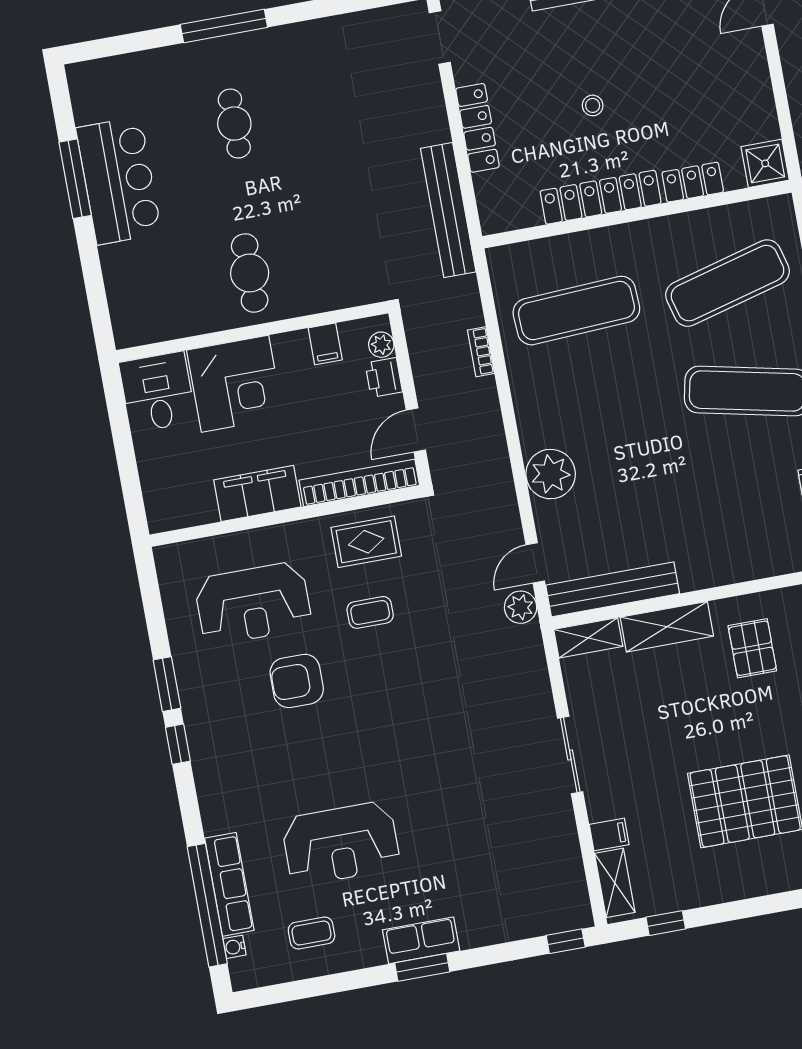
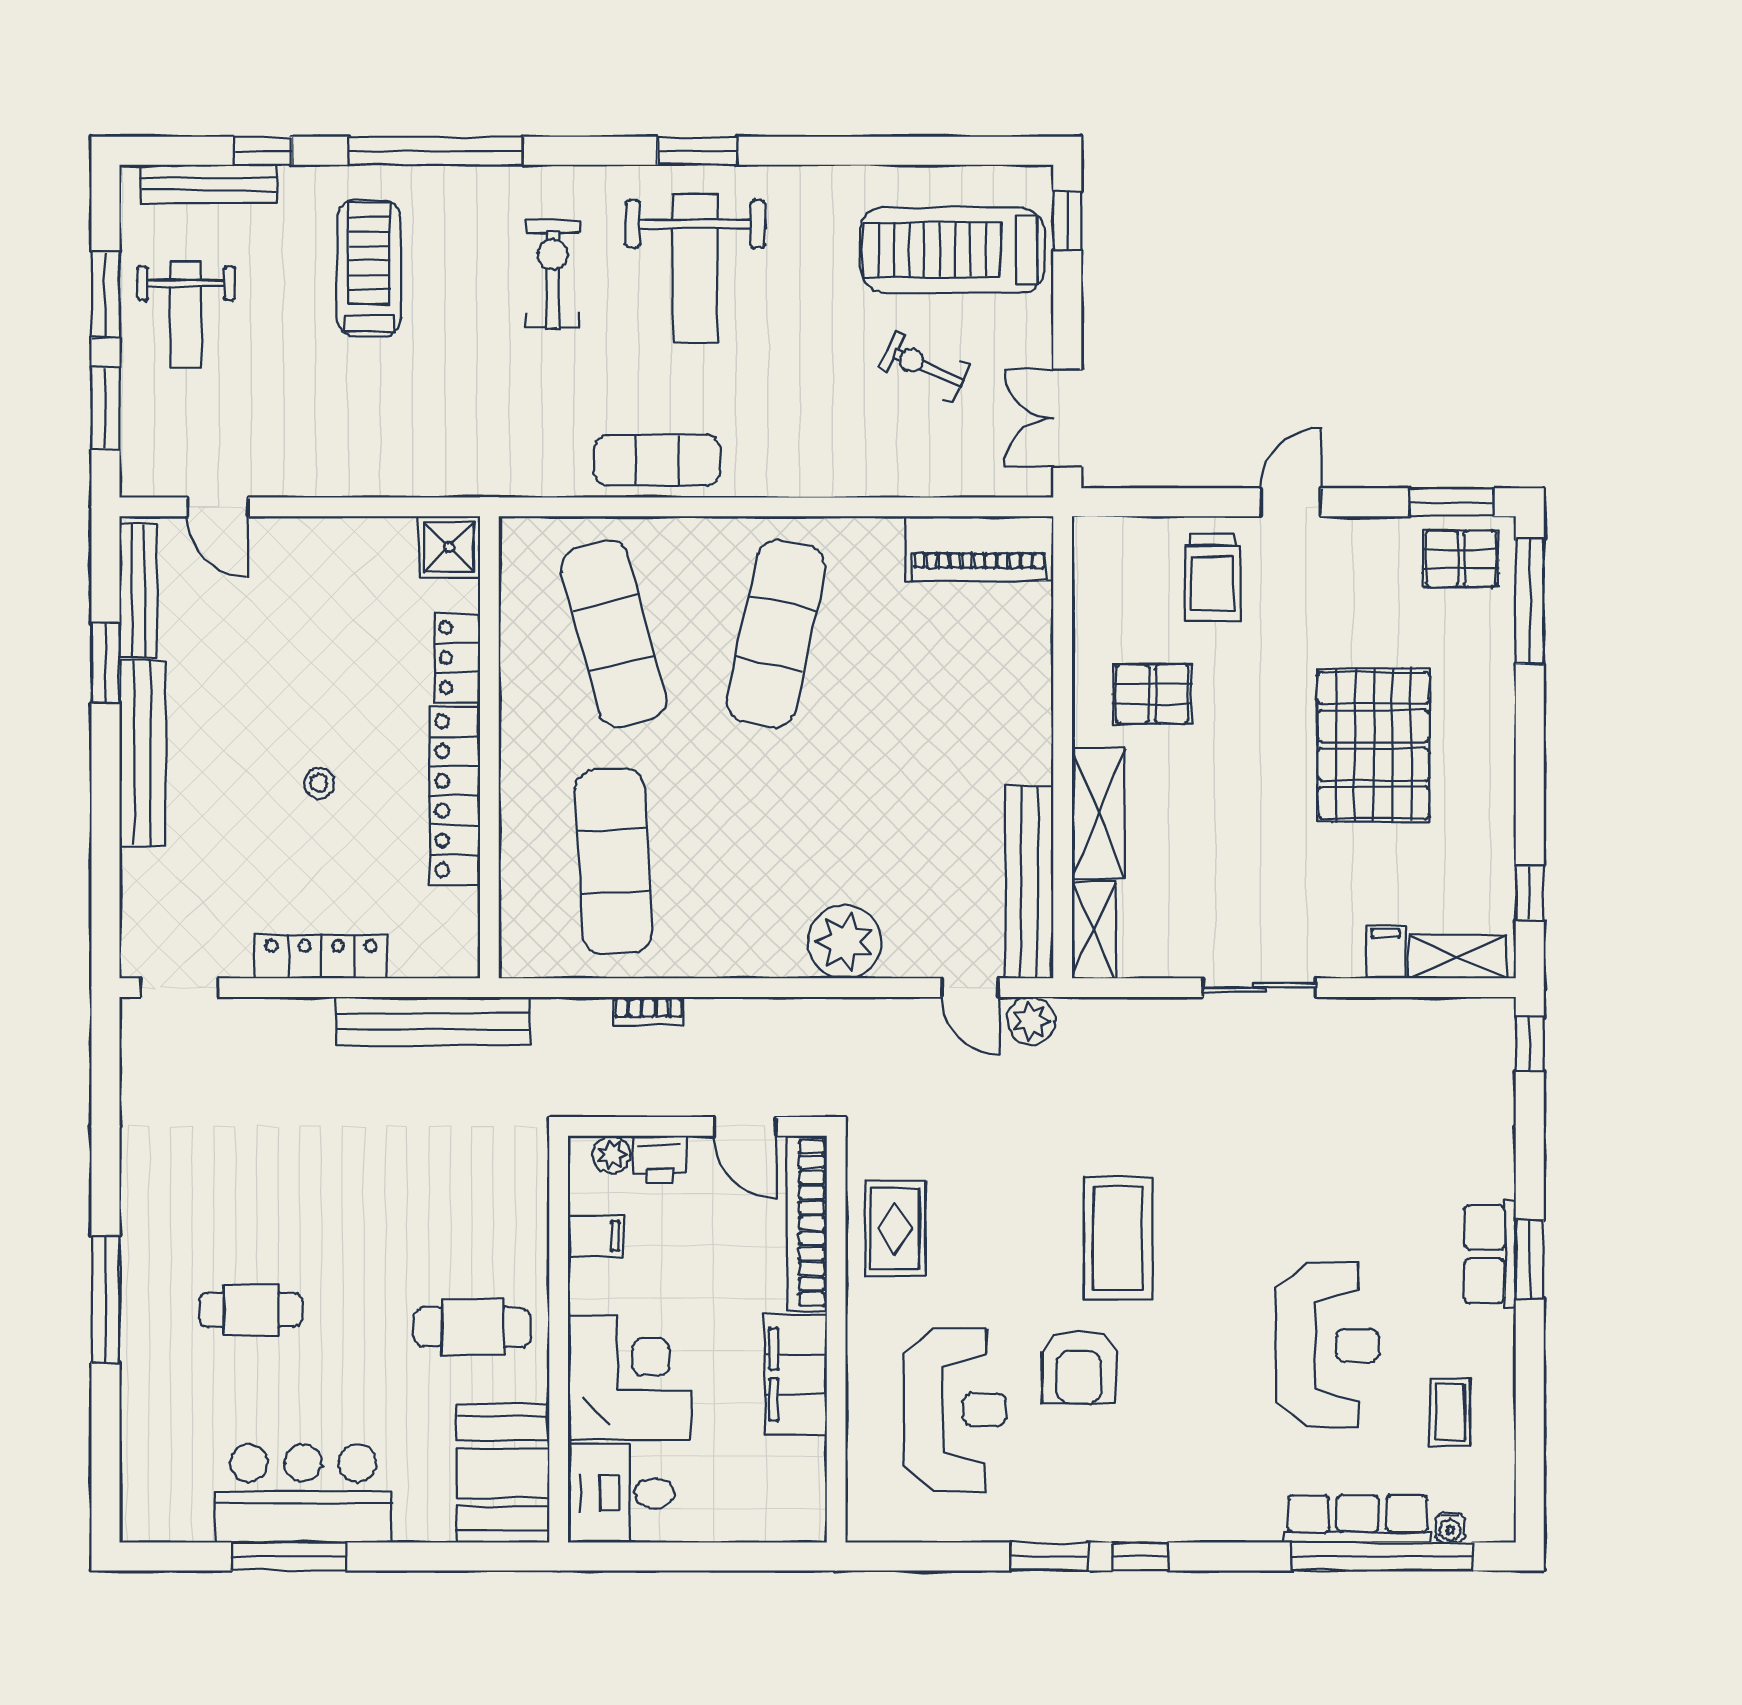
booth: (156, 311) -> (503, 1473), added
coffee table: (370, 612) -> (1118, 1238), moved, width x1.86, depth x1.72

